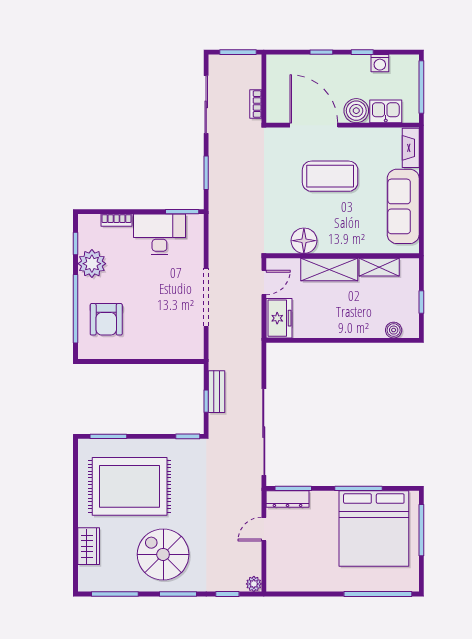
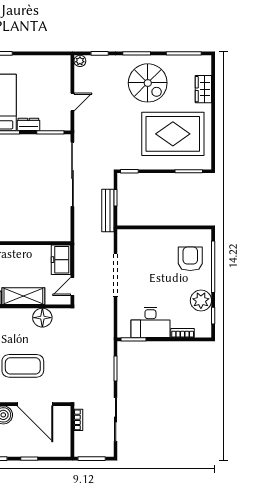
bench: (216, 392) -> (108, 210), width x1.36
dresser: (288, 499) -> (28, 124), moved, width x0.70

